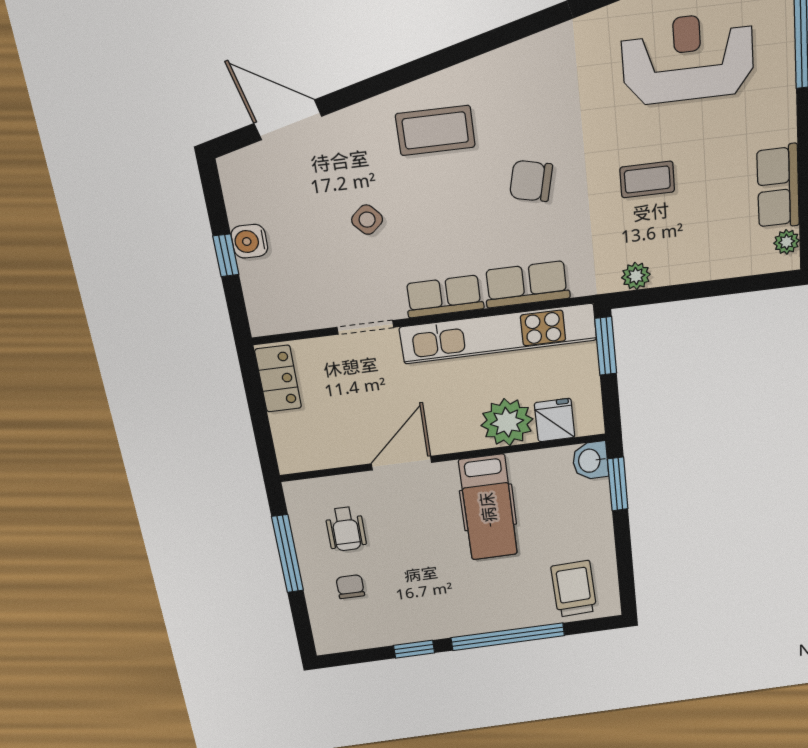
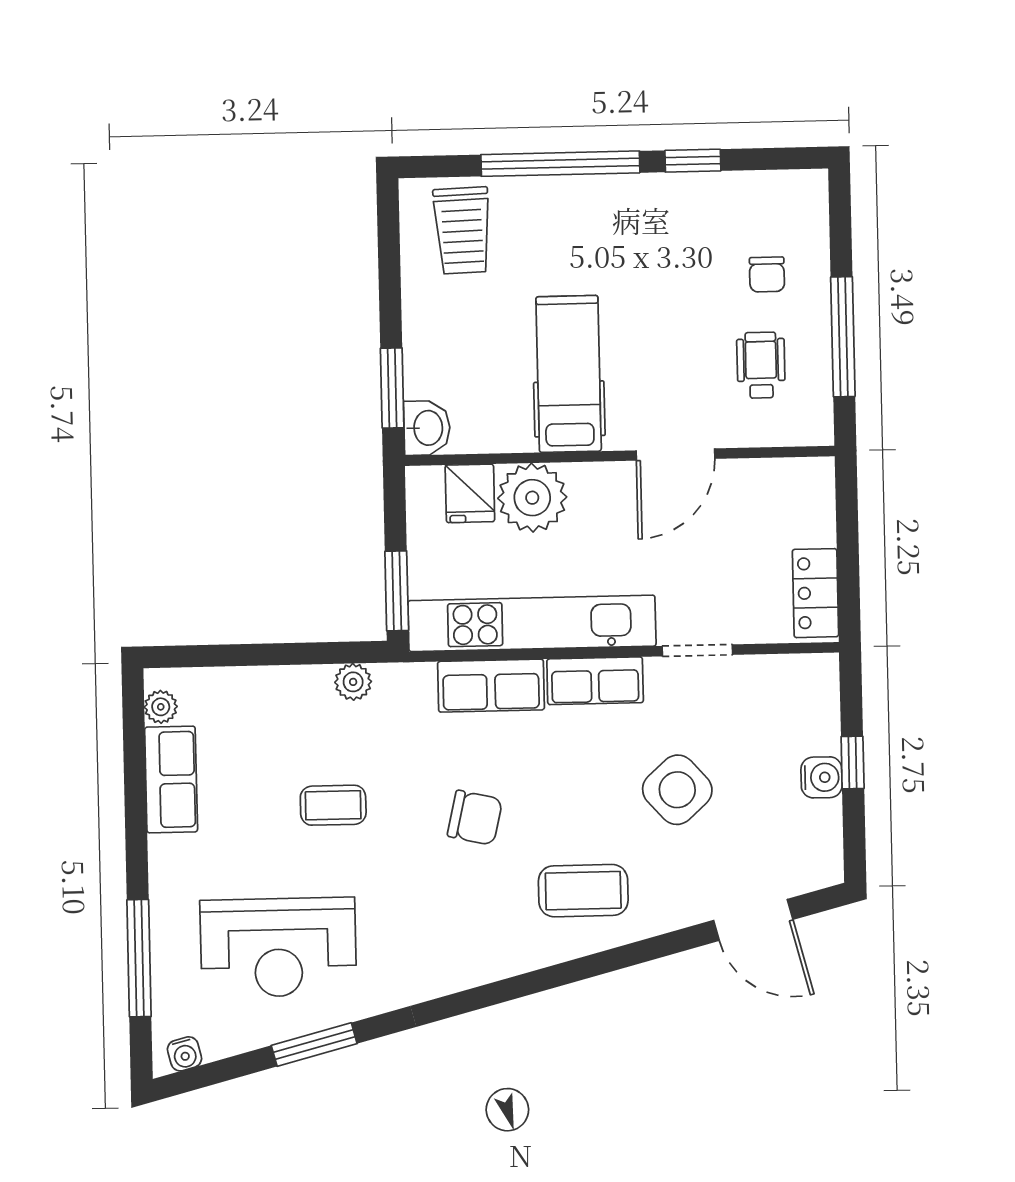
side table: (367, 220) -> (677, 790), width x1.87, depth x1.87

